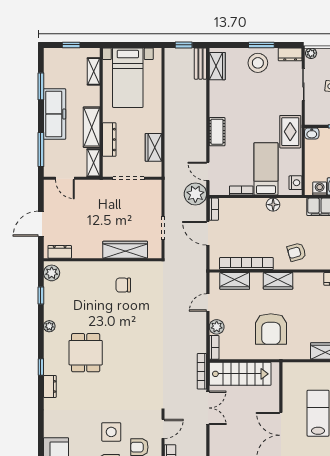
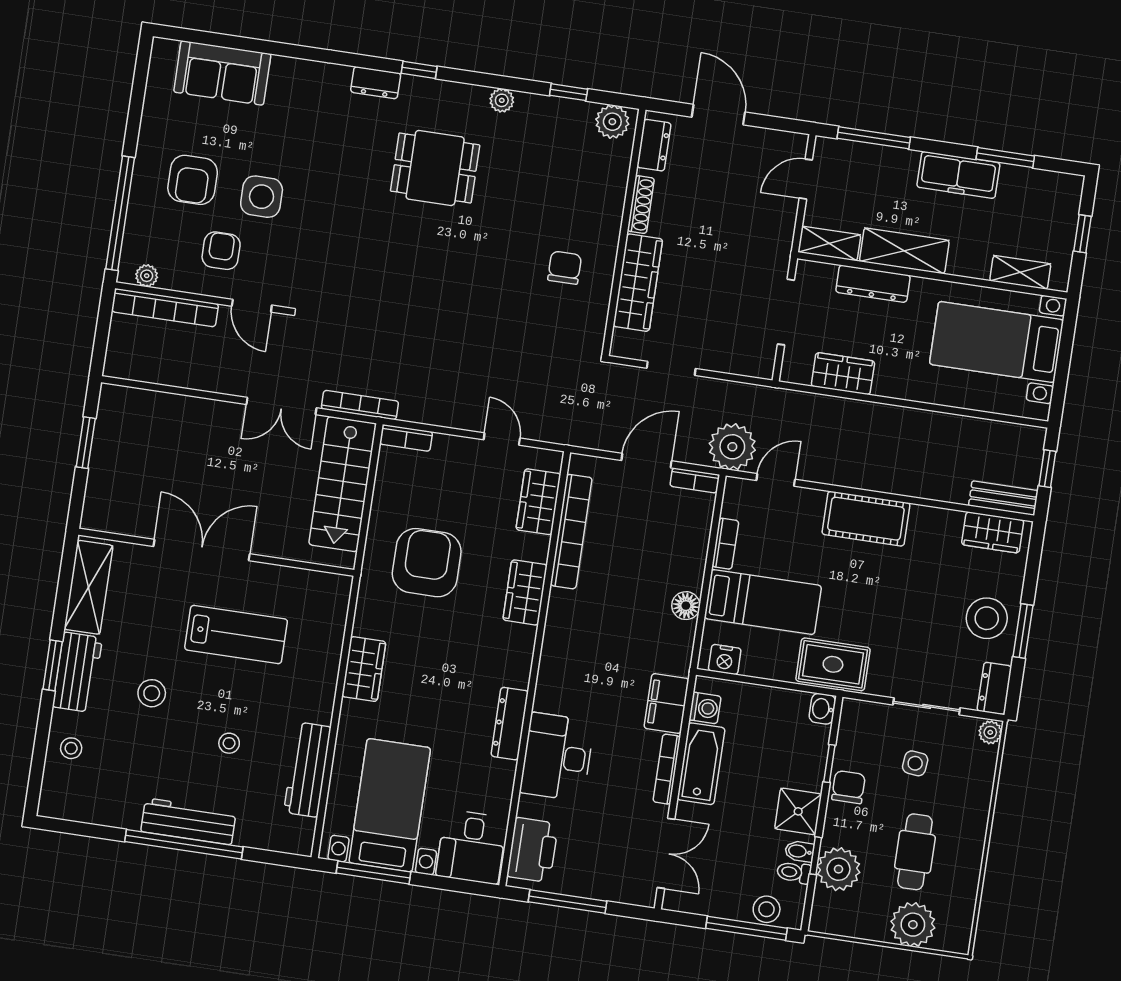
freezer: (55, 114) -> (958, 175), width x0.73, depth x0.79
cot: (217, 132) -> (866, 519), width x1.37, depth x1.34
armchair: (297, 252) -> (579, 640), removed
shoe rack: (88, 254) -> (641, 205), added
plant: (217, 327) -> (448, 450), removed
armchair: (271, 329) -> (427, 563), turned 90

